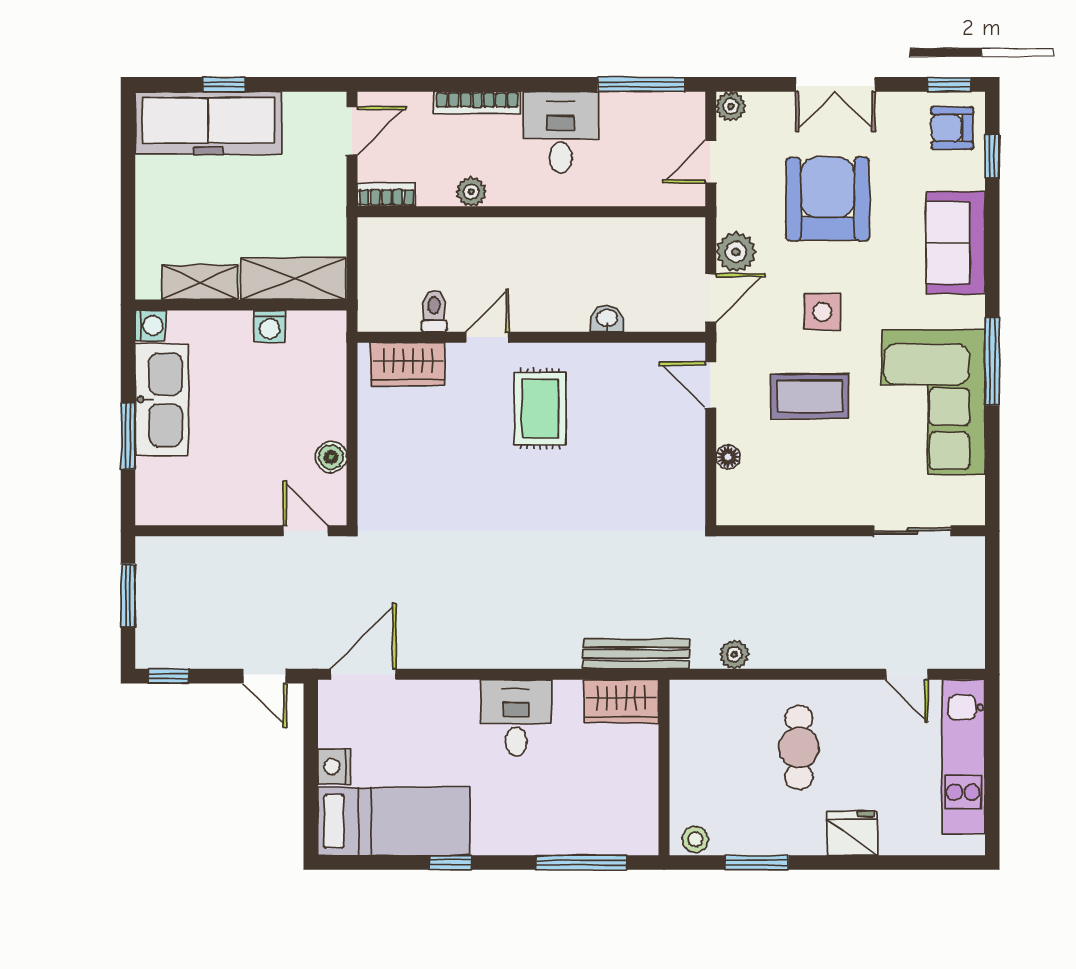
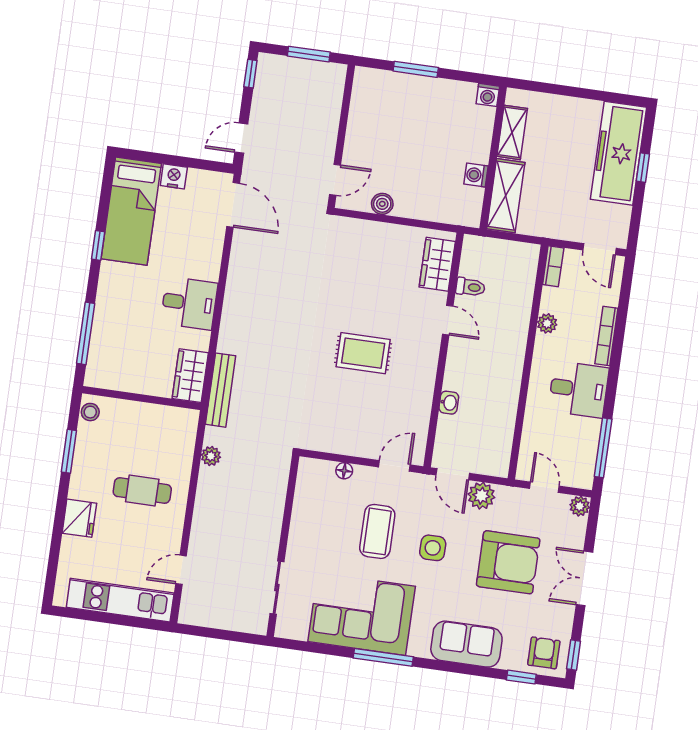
kitchen sink: (162, 400) -> (437, 96), removed
rug: (540, 409) -> (363, 353), moved

